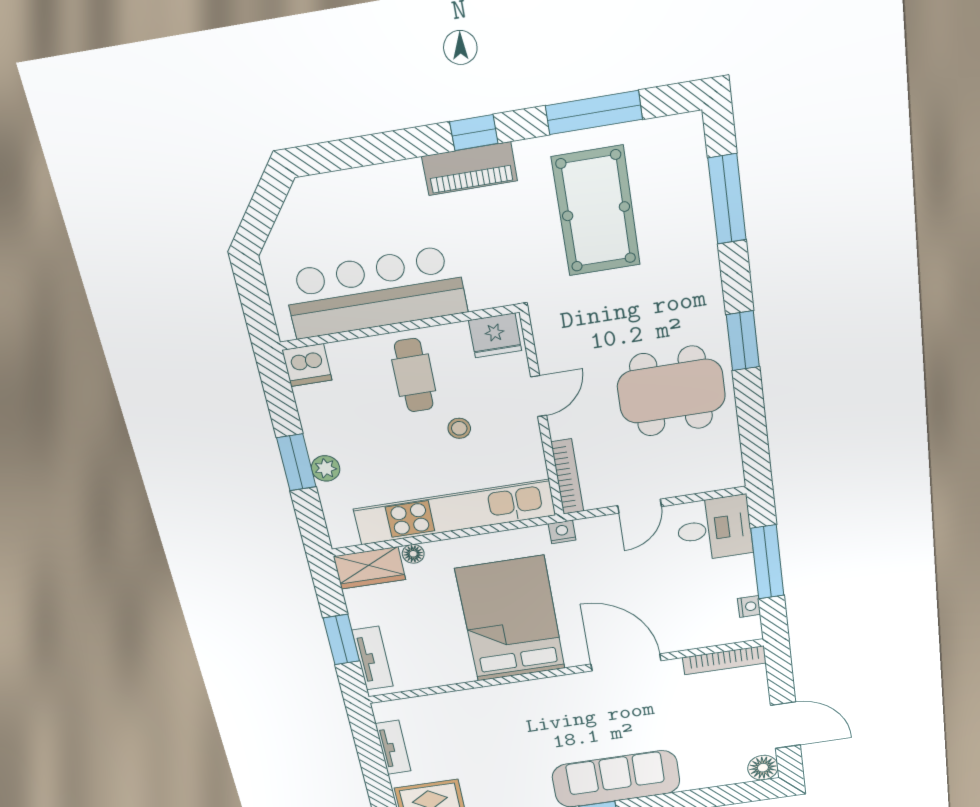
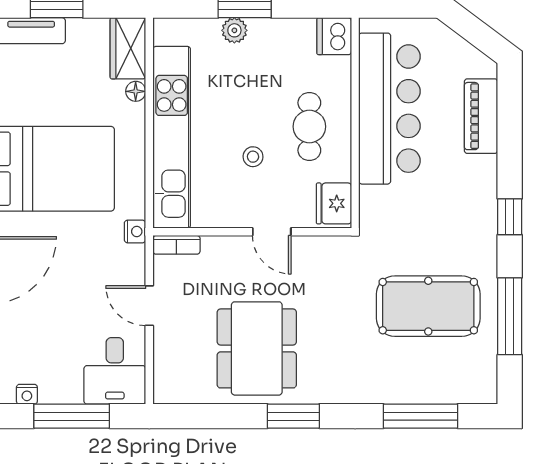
piano: (470, 169) -> (481, 116), moved
cafe table: (414, 375) -> (309, 127), turned 90
bookcase: (567, 477) -> (176, 245), width x0.64

